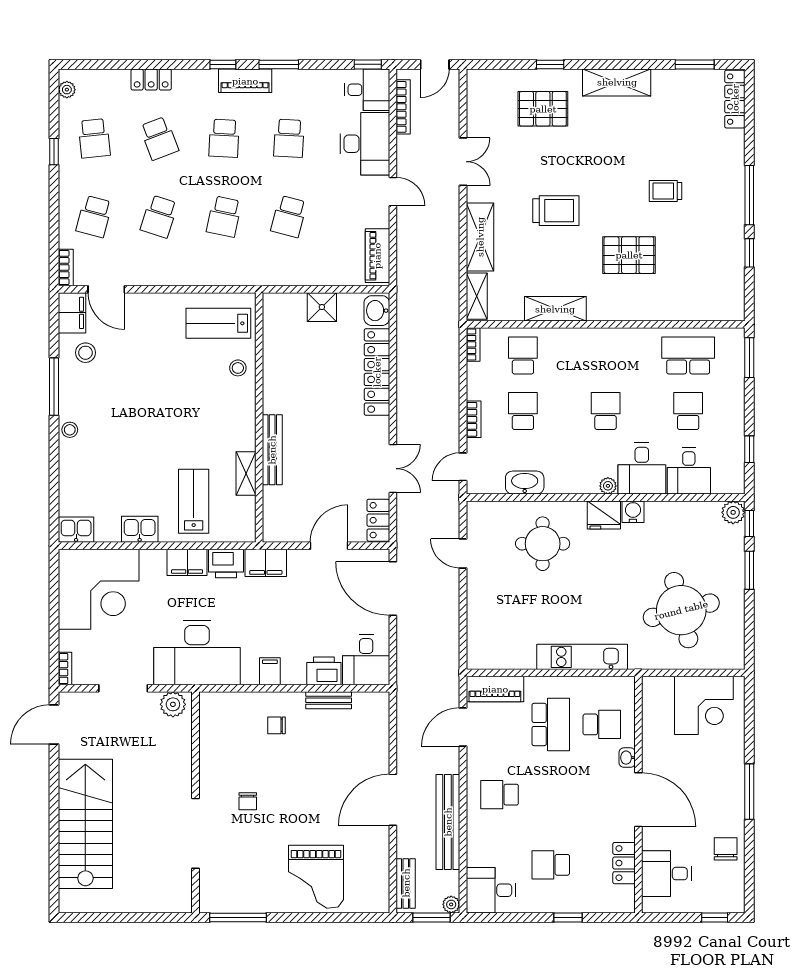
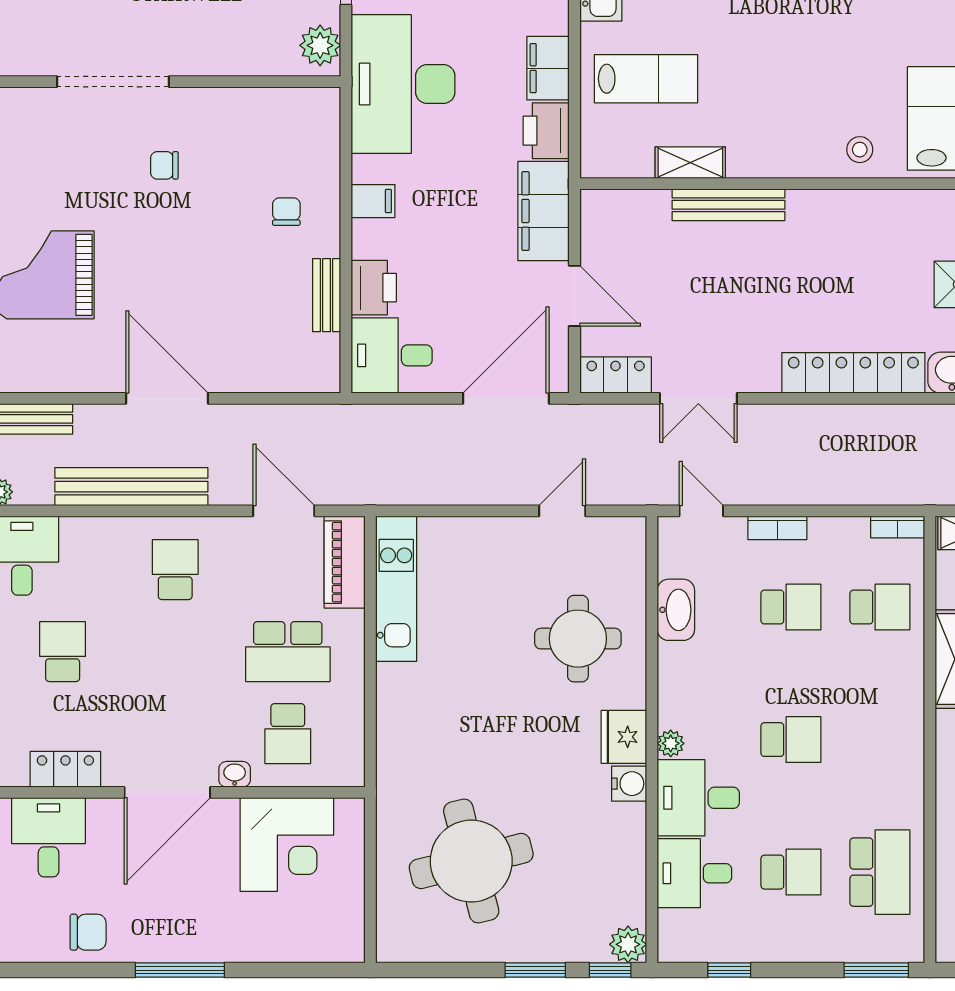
filing cabinet: (266, 563) -> (543, 211), width x1.50, depth x1.17
kitchen unit: (582, 657) -> (396, 589), moved
corner desk: (704, 705) -> (287, 844), moved, turned -90

